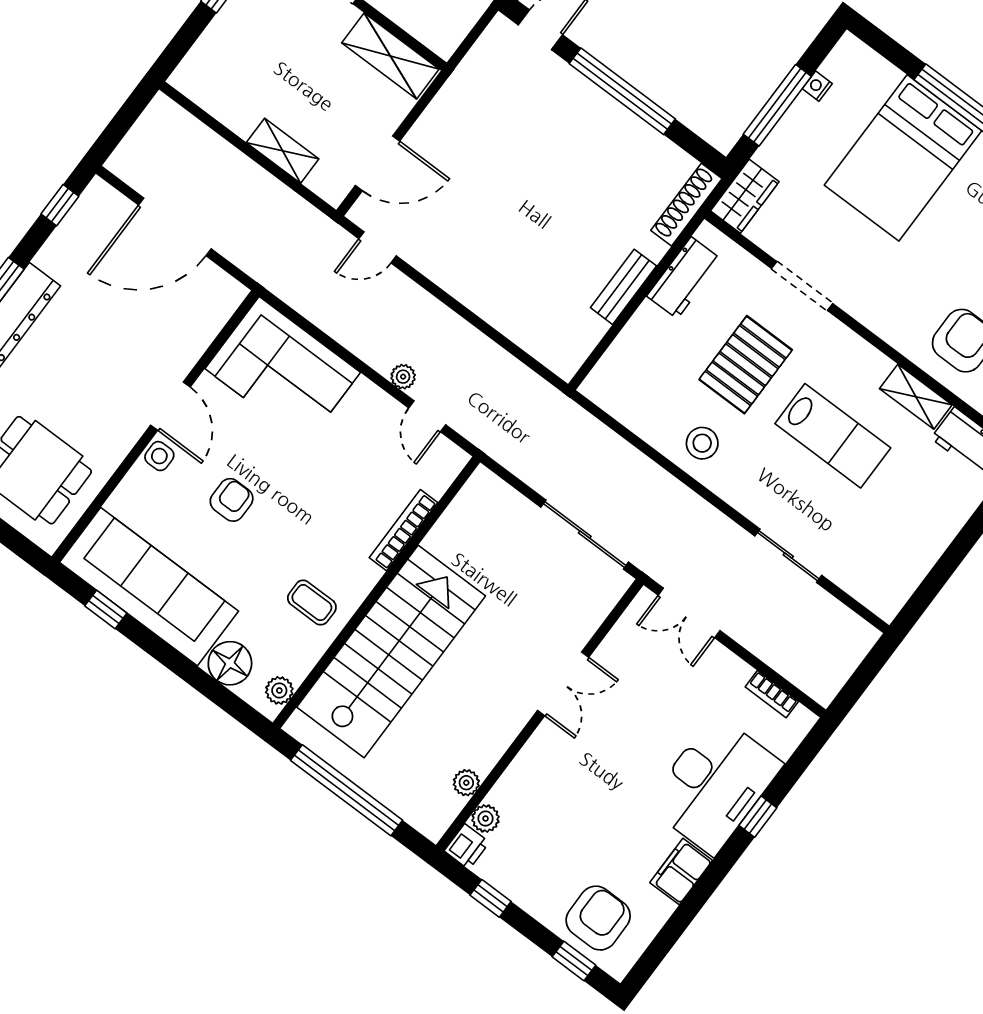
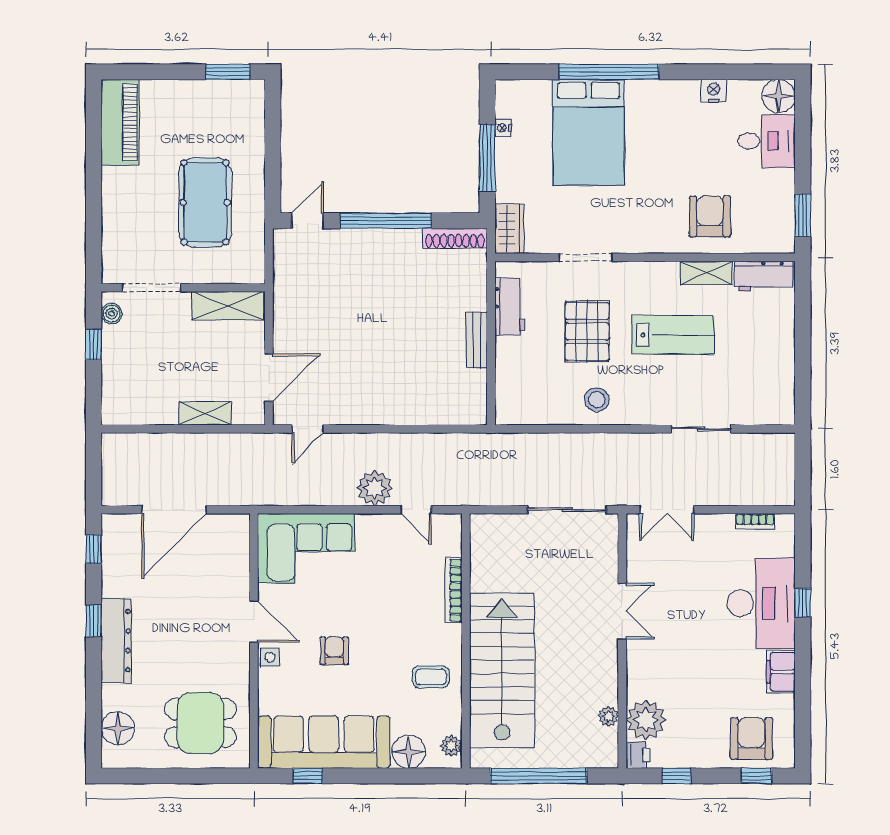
shoe rack: (686, 205) -> (455, 238), moved, turned -90
plant: (403, 377) -> (375, 488), width x1.88, depth x1.88
plant: (486, 819) -> (646, 720), width x1.88, depth x1.88

